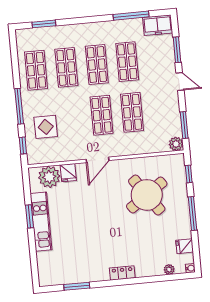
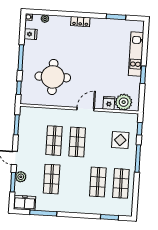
shop shelf: (97, 65) -> (75, 181), removed
plant: (176, 144) -> (21, 177), moved
round table: (147, 195) -> (53, 77), turned 35
kitchen unit: (41, 222) -> (136, 54), moved

